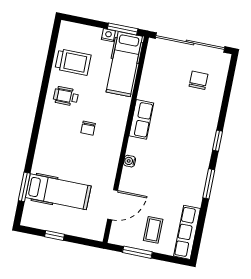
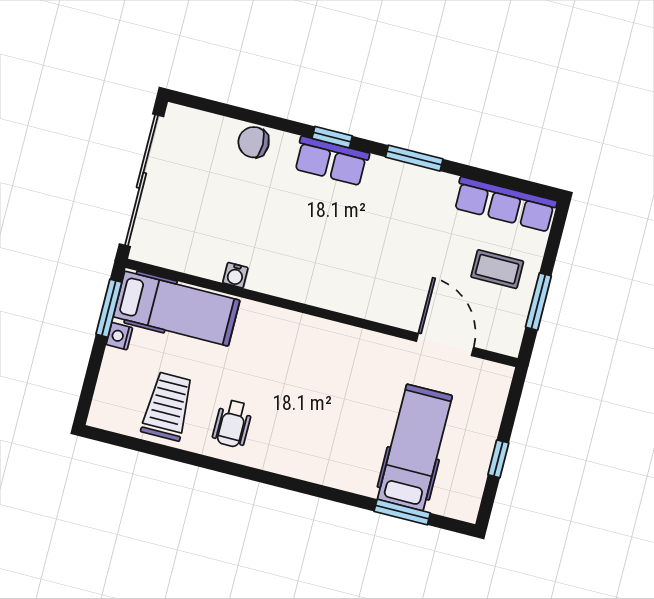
chair: (199, 80) -> (254, 142), moved
row of seats: (141, 119) -> (331, 161), moved, turned 180
chair: (88, 128) -> (296, 384), removed
water cooler: (130, 161) -> (235, 275), moved

